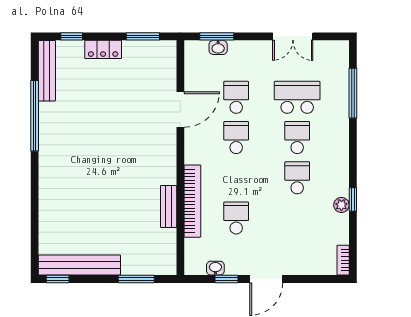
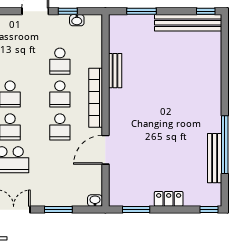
window: (72, 36) -> (209, 210), moved
window: (217, 36) -> (58, 210), moved
washbasin: (218, 47) -> (95, 201), moved
bench: (47, 71) -> (215, 158), moved
school desk: (236, 97) -> (60, 94), moved
bookcase: (192, 201) -> (96, 98), moved

